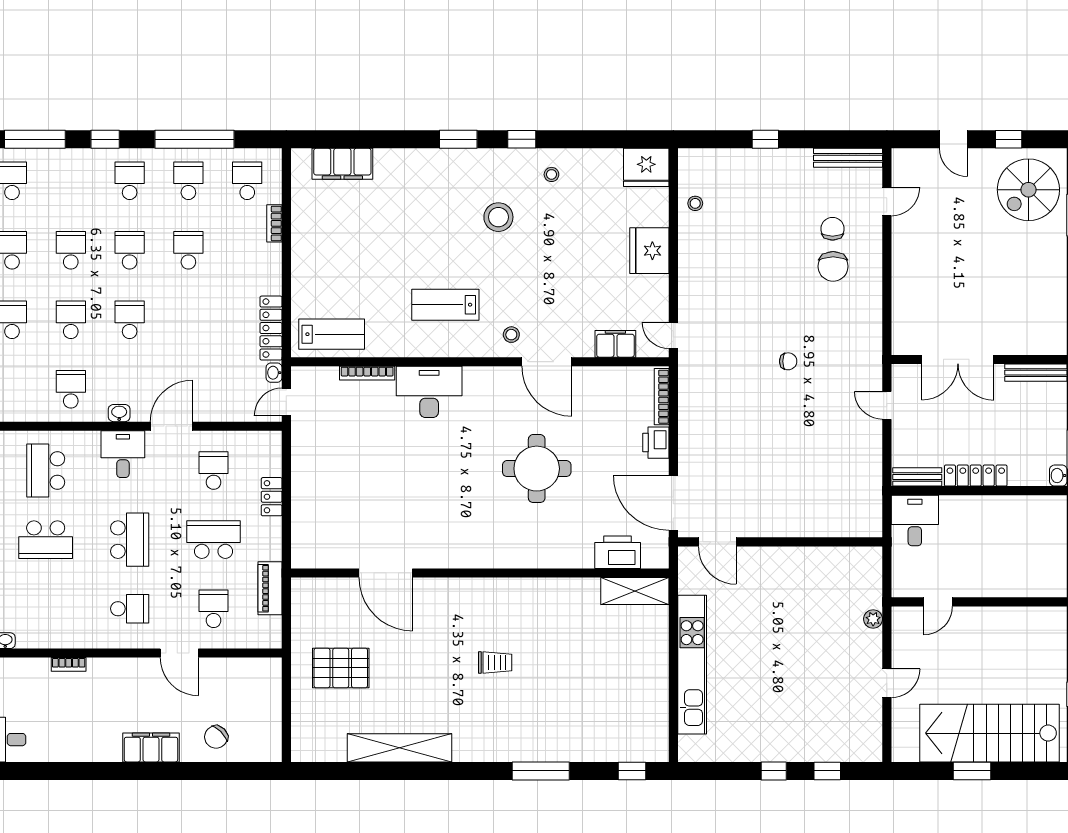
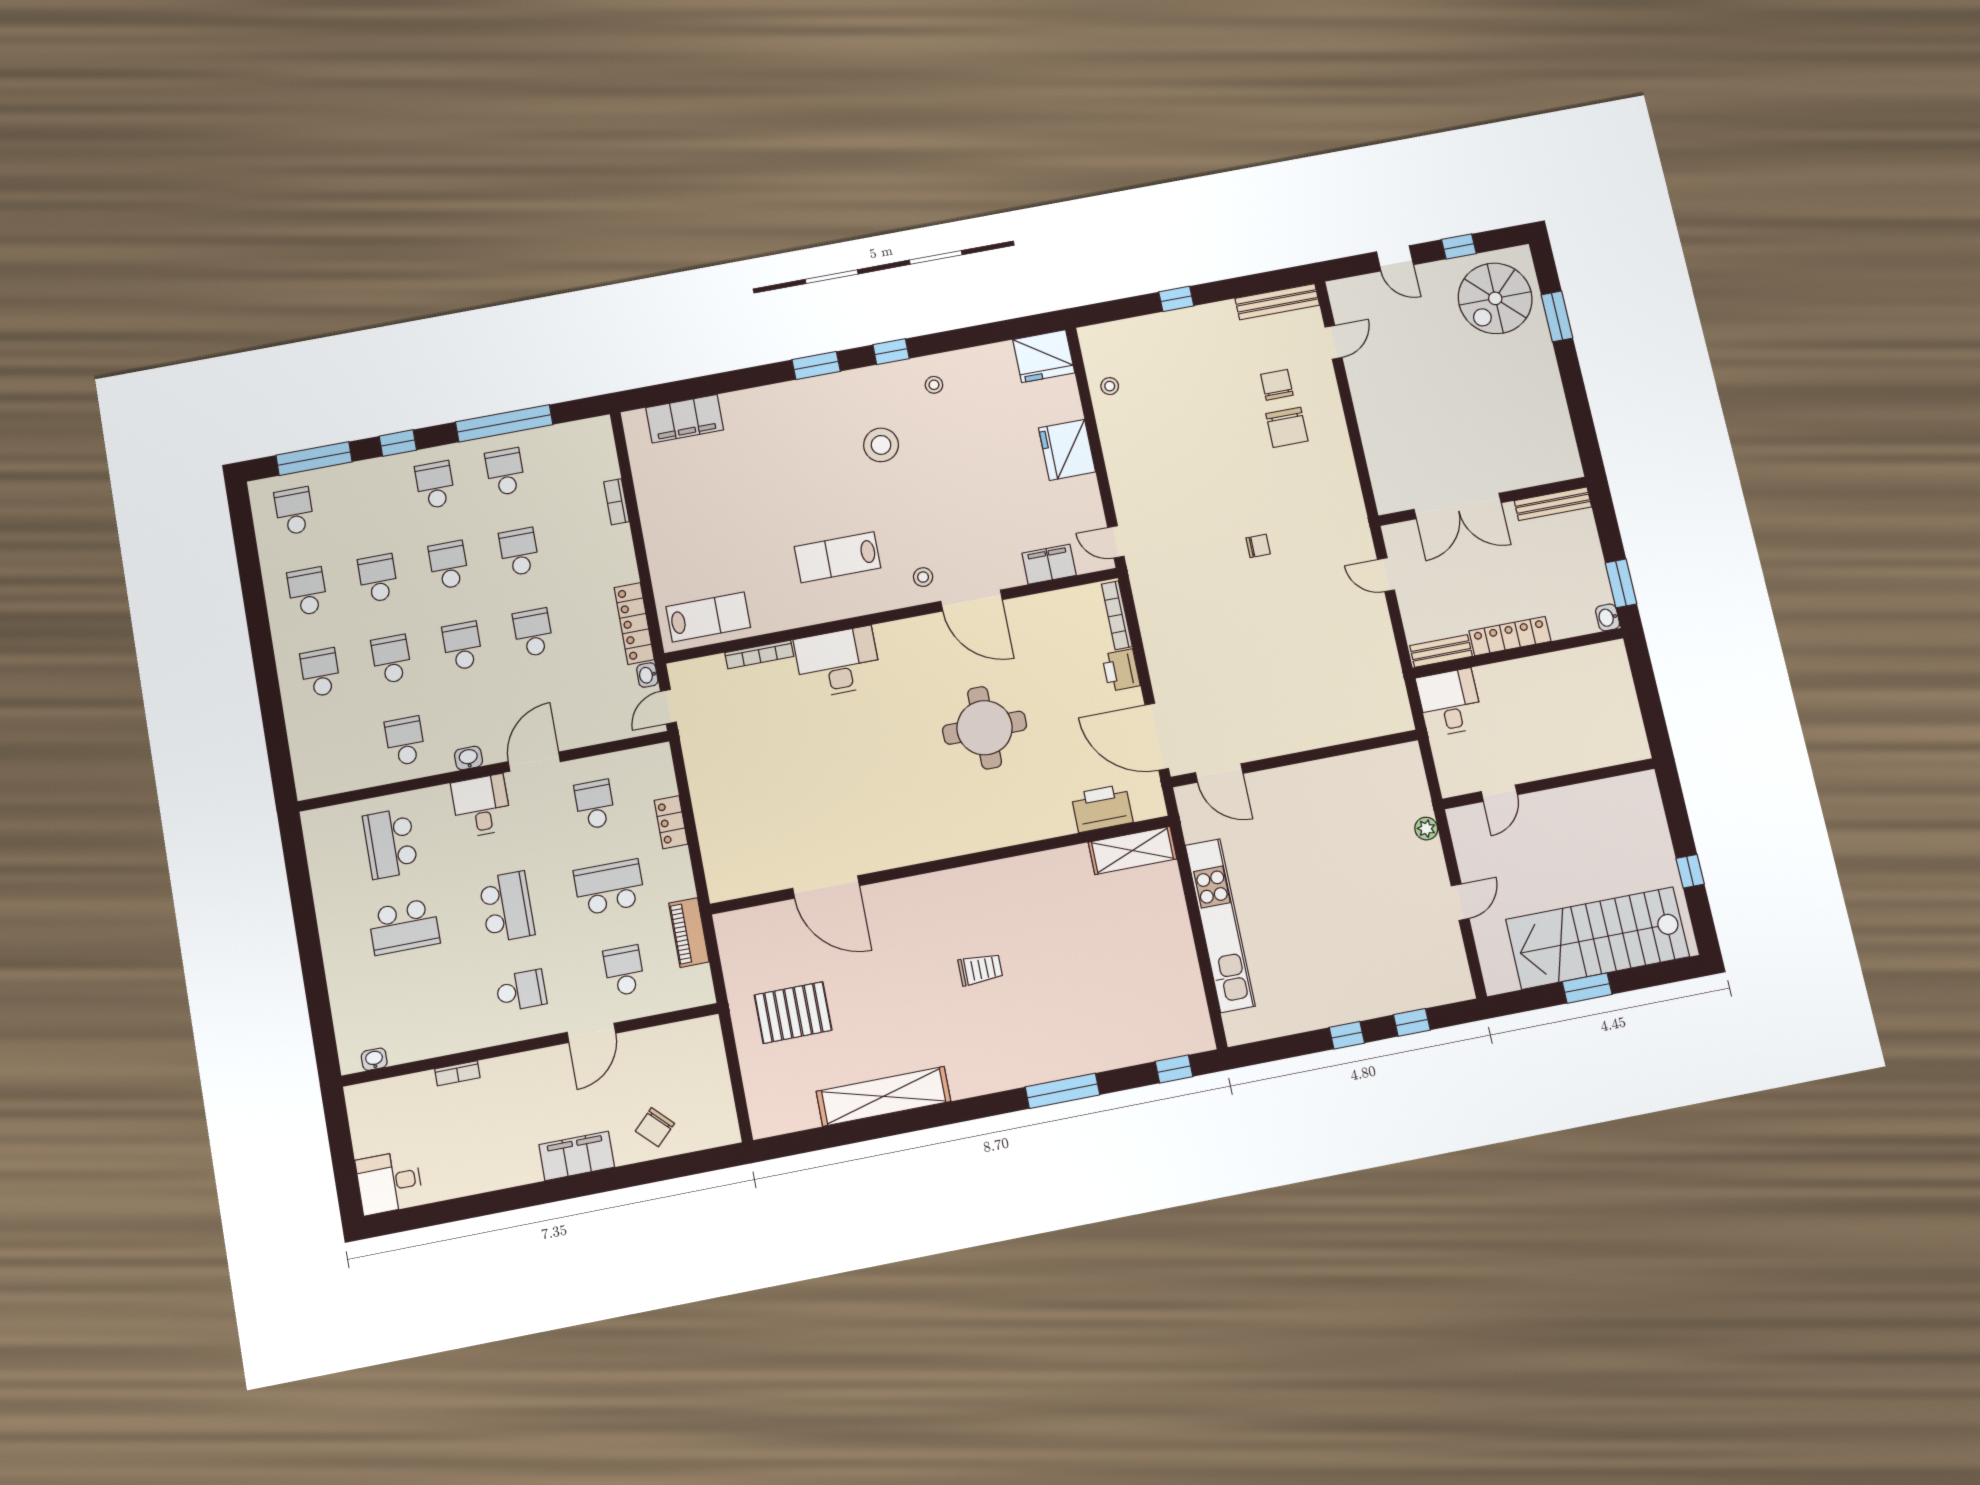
school desk: (247, 181) -> (533, 633), moved
door: (179, 653) -> (591, 1033), hinge flipped

